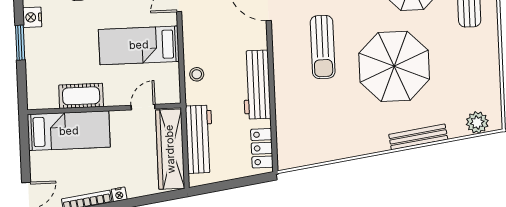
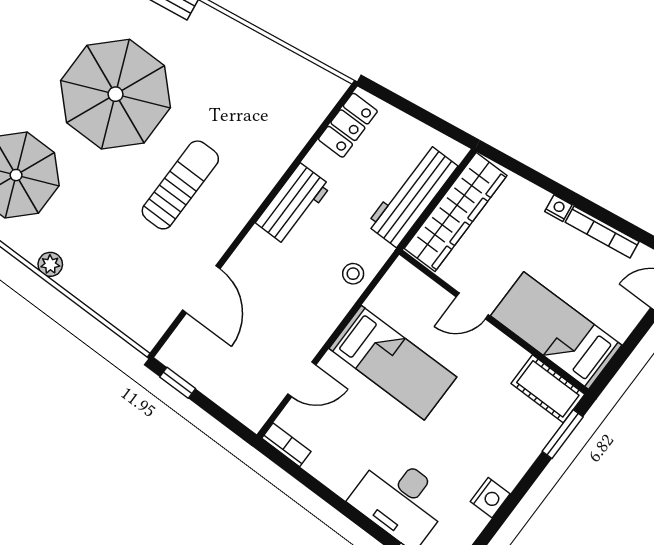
window: (20, 43) -> (563, 434), moved
workbench: (257, 85) -> (293, 204), width x0.73
cot: (81, 96) -> (548, 389), moved
door: (143, 107) -> (472, 306), moved

